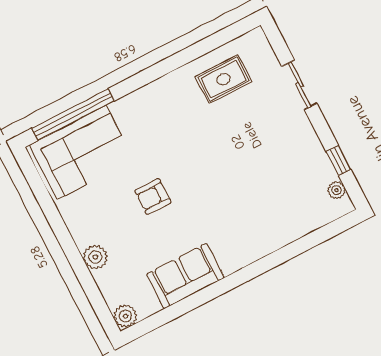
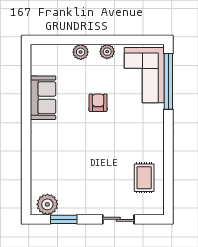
window: (339, 161) -> (64, 219), width x1.50
plant: (336, 190) -> (47, 204), width x1.88, depth x1.88
plant: (125, 316) -> (107, 52), moved

